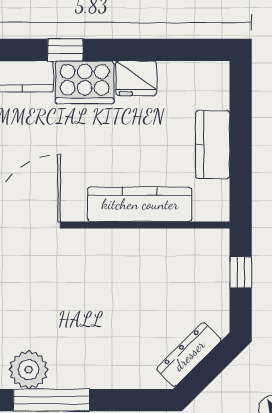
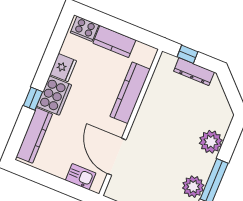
cooker: (214, 88) -> (85, 29), added
dresser: (189, 355) -> (194, 72), moved, turned -45
plant: (113, 369) -> (211, 142), added

